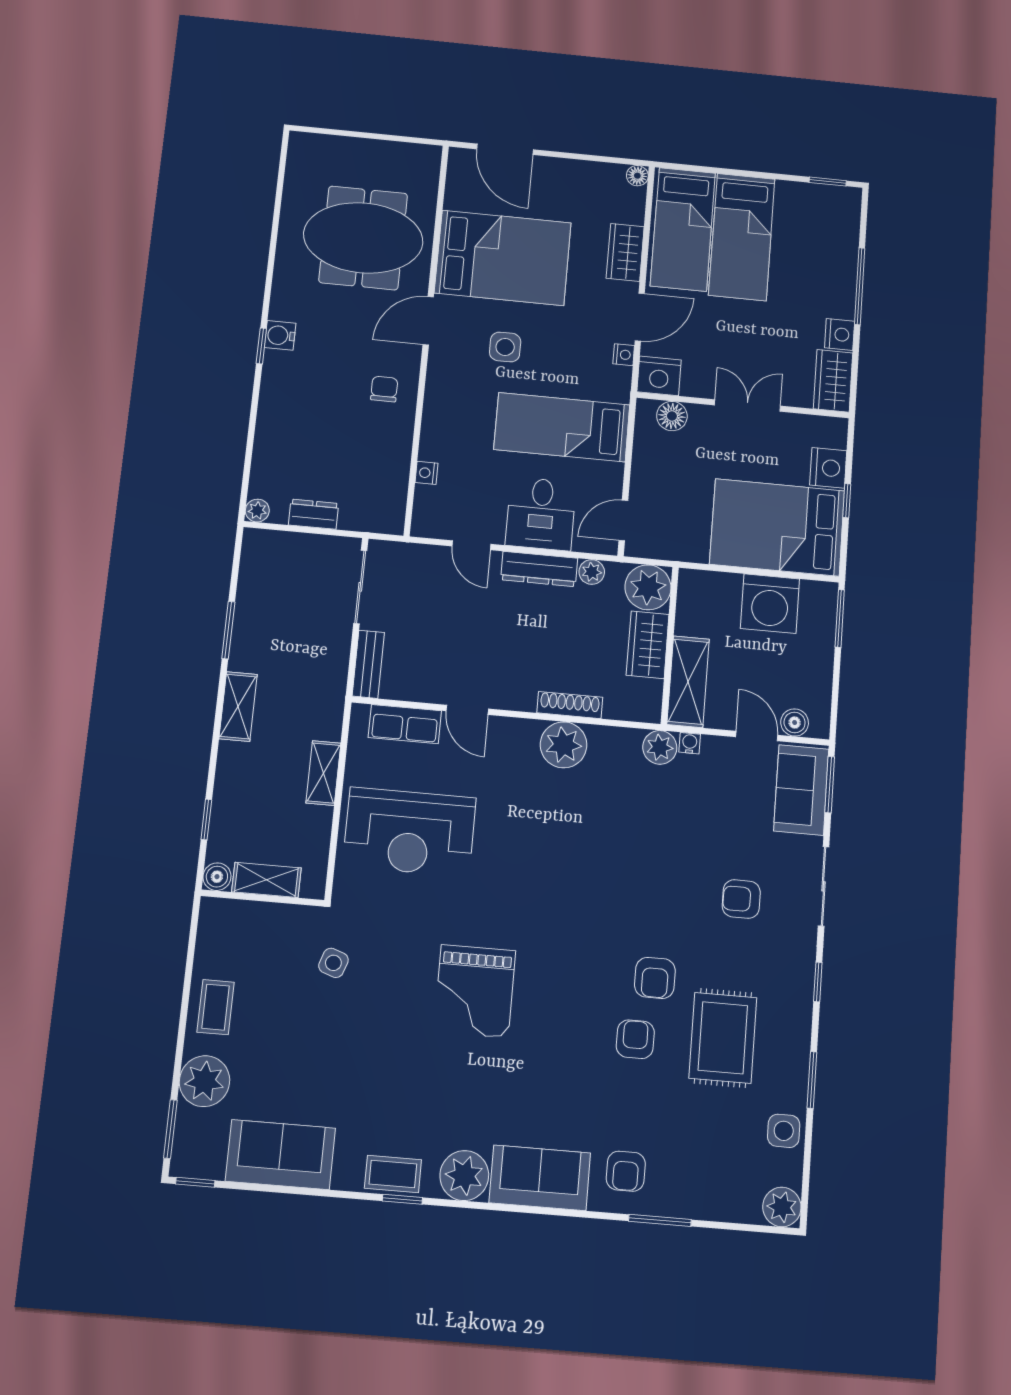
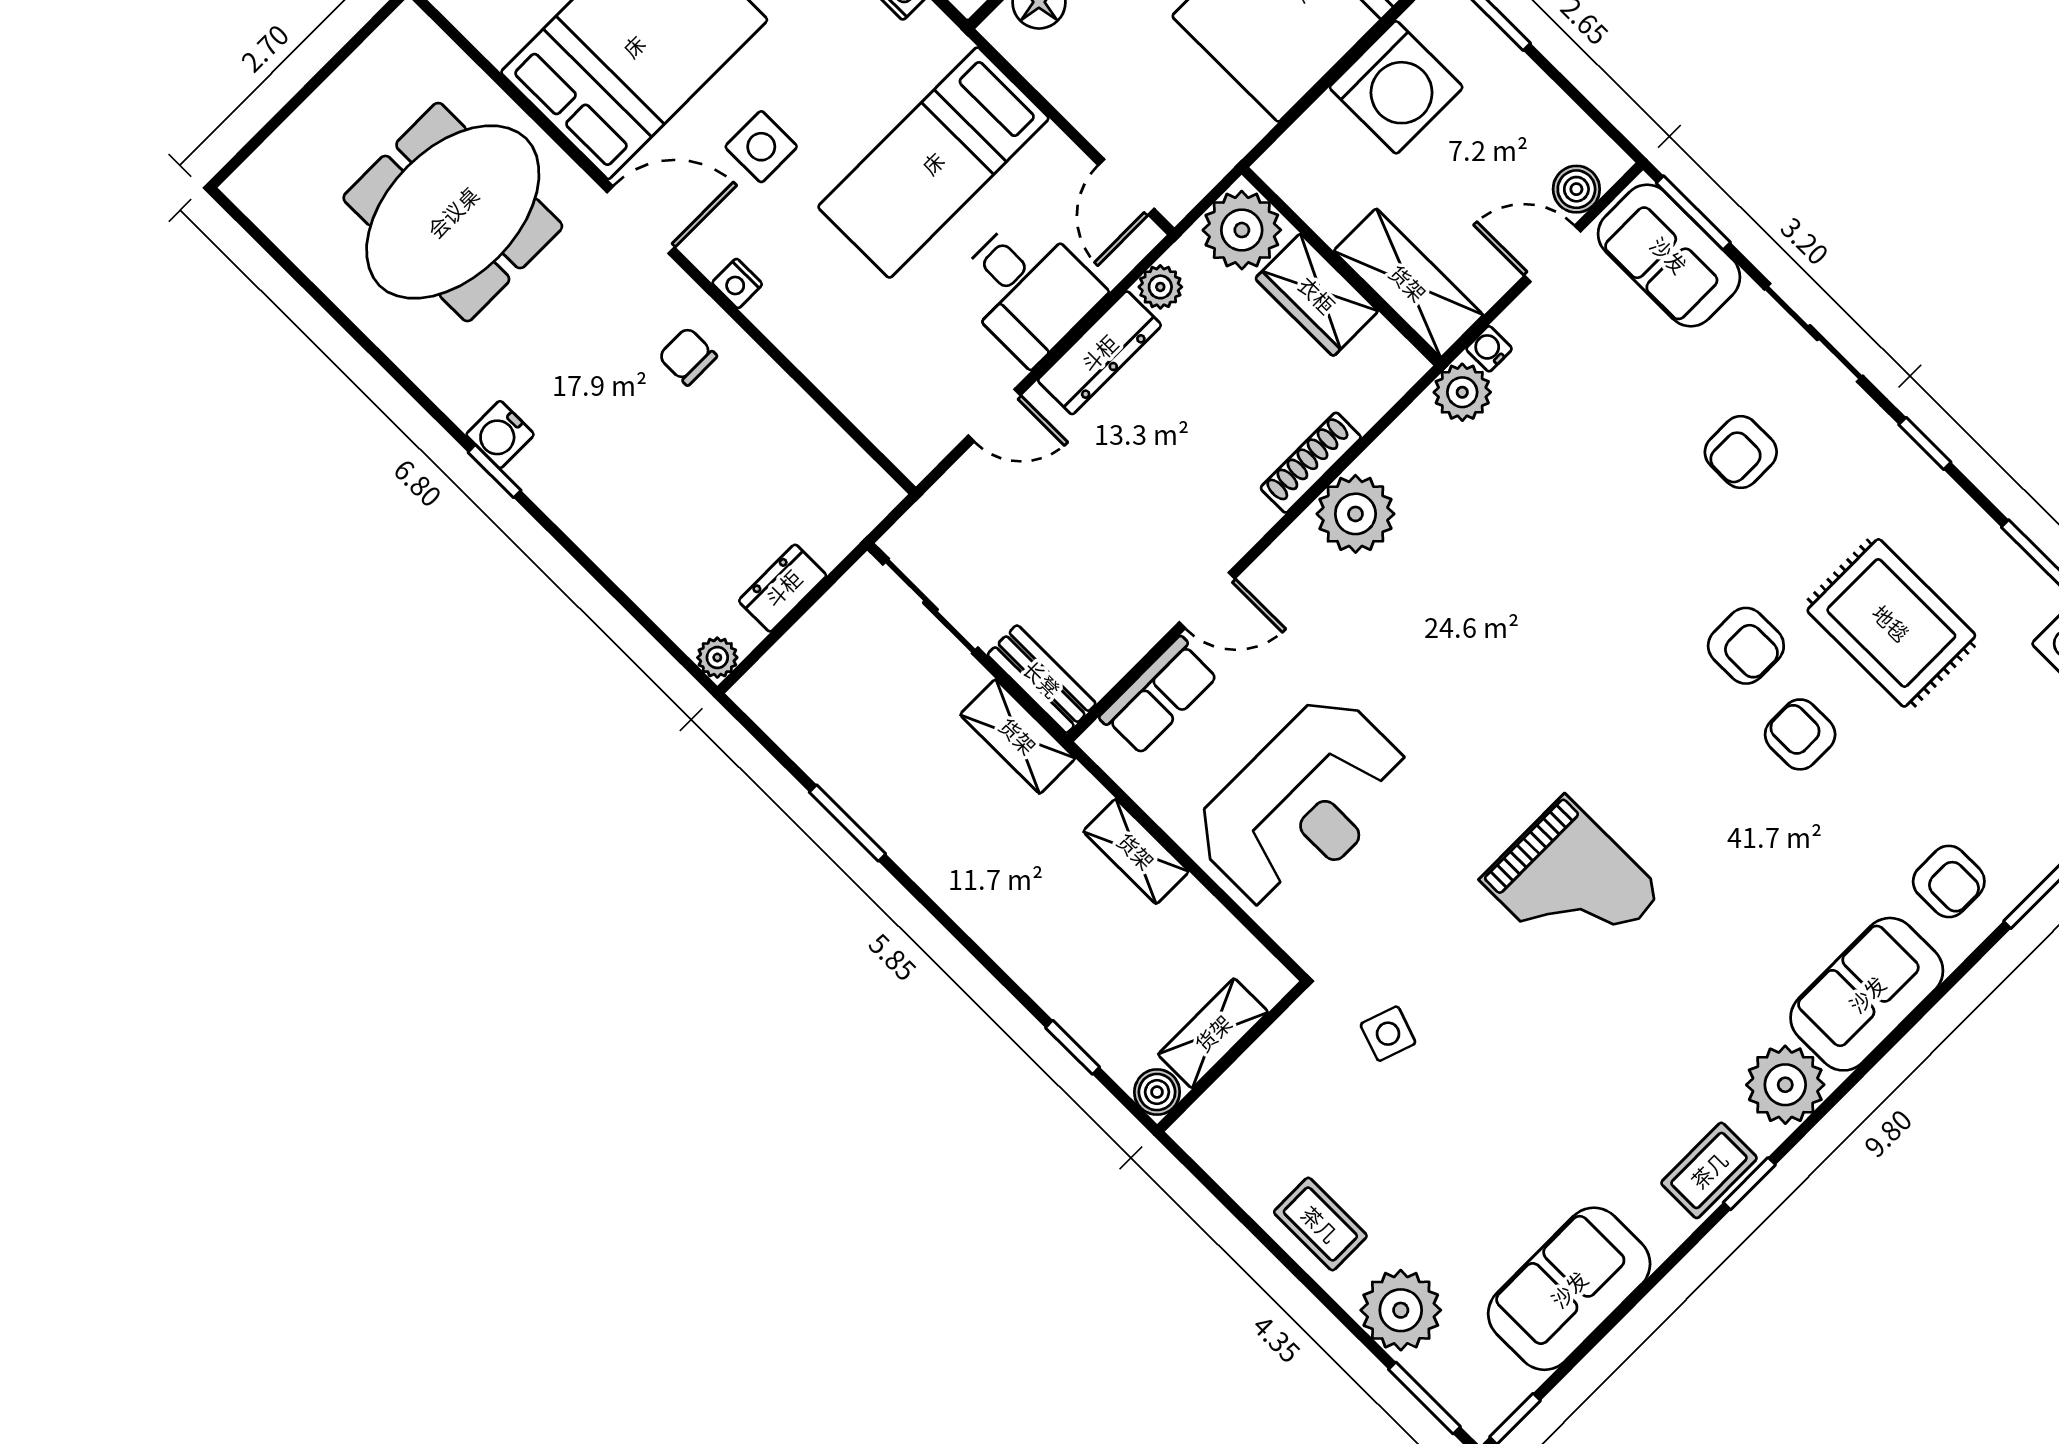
door: (428, 321) -> (641, 220), swing flipped
nightstand: (426, 473) -> (737, 283), moved
shelving: (238, 707) -> (1018, 736), moved

